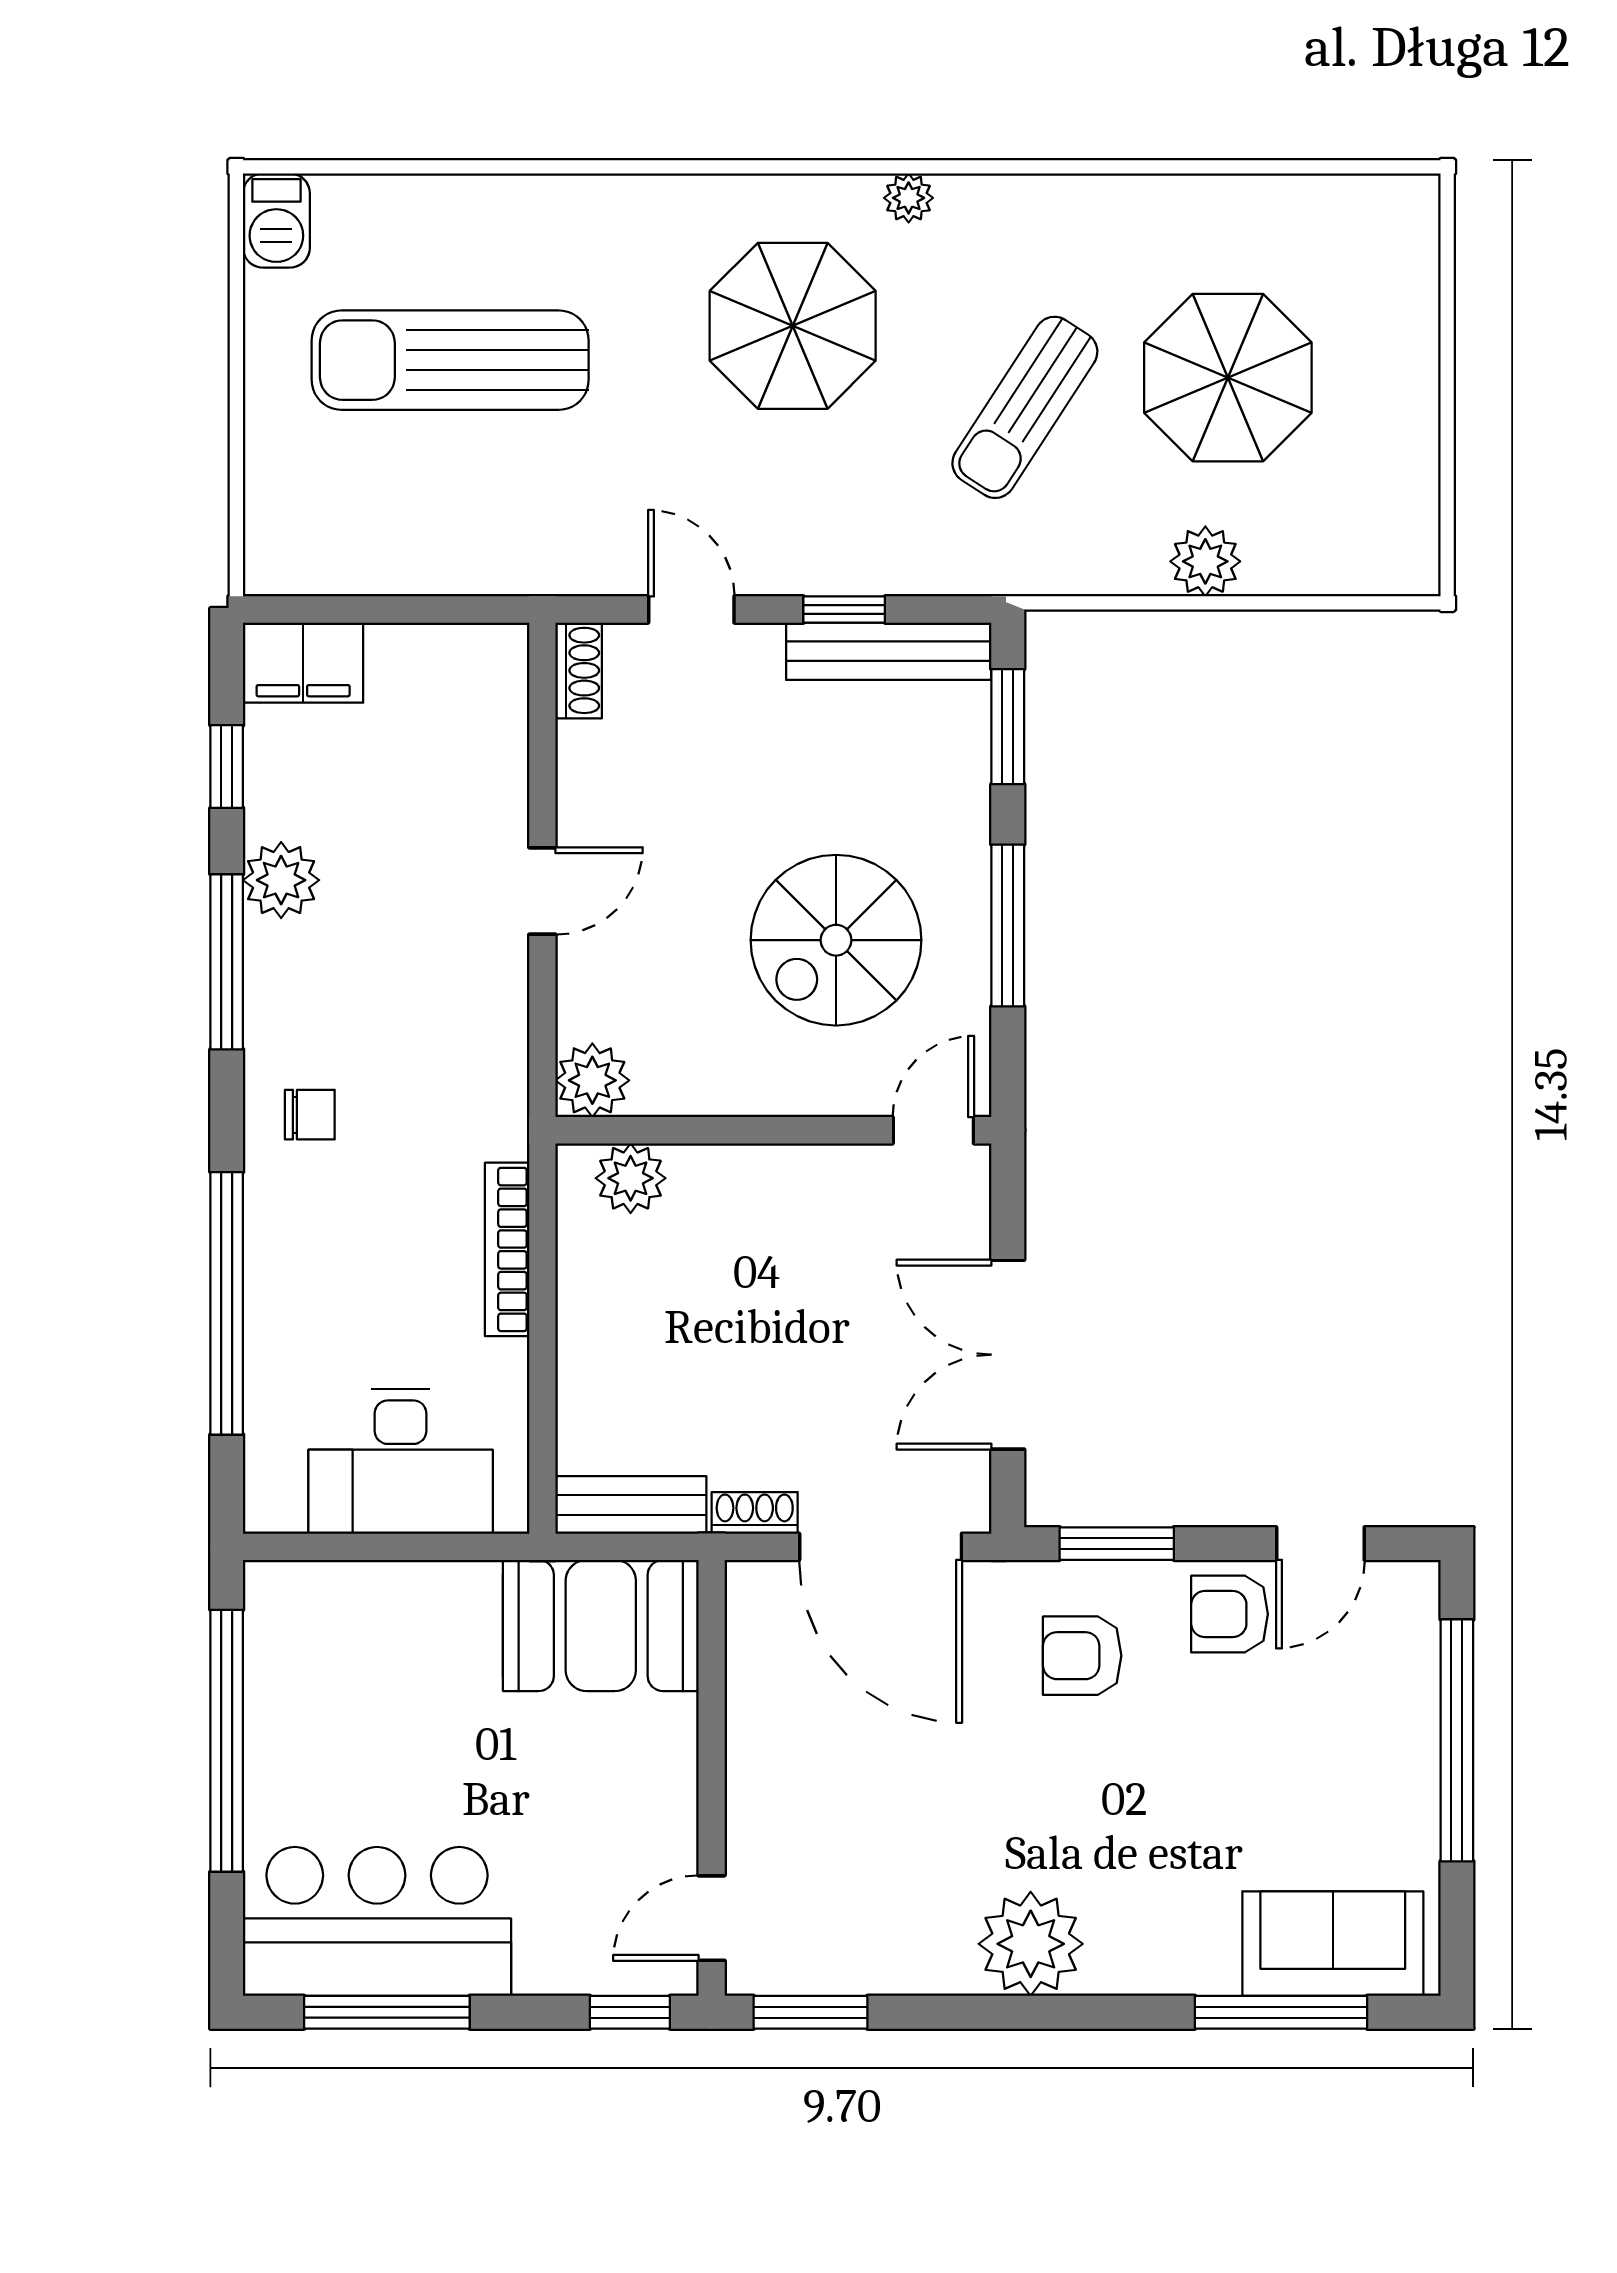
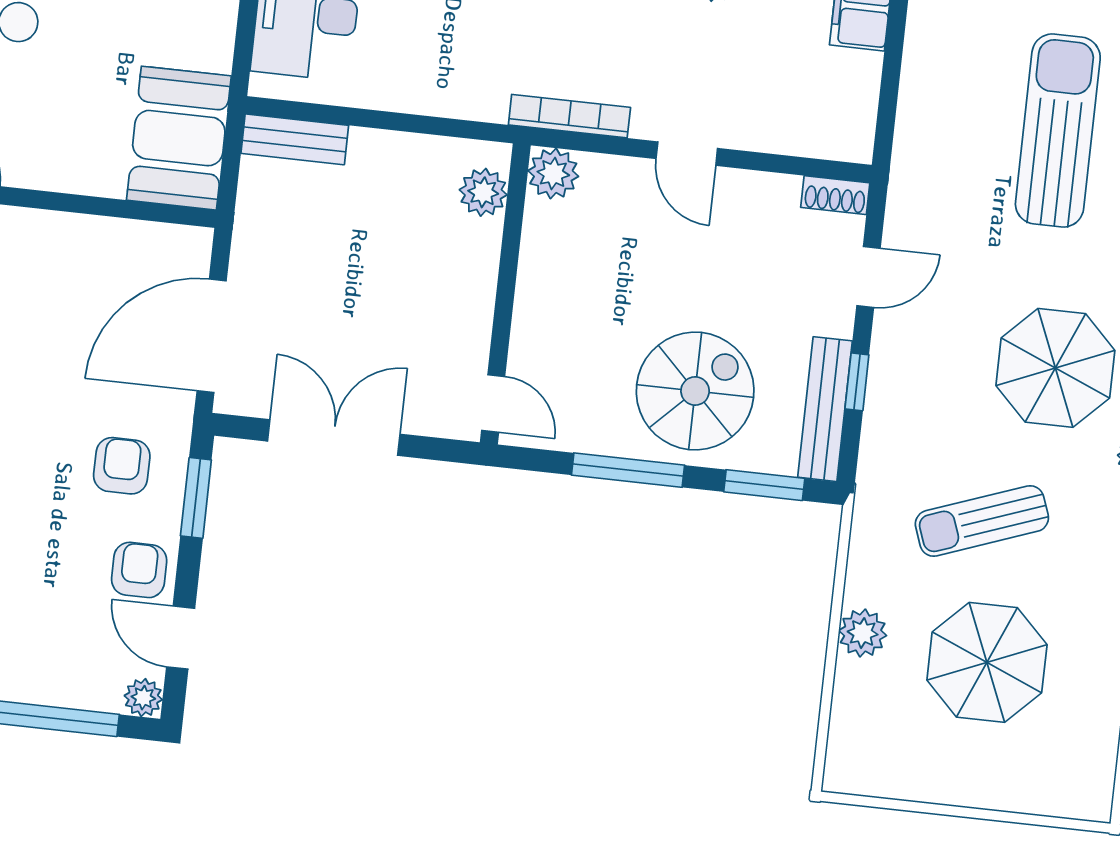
sun lounger: (1025, 407) -> (982, 521), turned -53
spiral stairs: (836, 940) -> (695, 391), moved, turned 90
bookcase: (507, 1249) -> (569, 116), moved
bench: (631, 1505) -> (295, 139), moved, turned 90
shoe rack: (755, 1513) -> (244, 252), removed
plant: (1413, 1588) -> (143, 698), added

